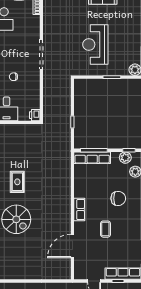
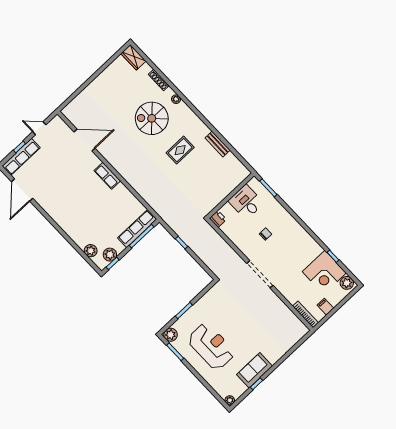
reception desk: (95, 44) -> (211, 346), moved
rug: (17, 182) -> (180, 150), turned 90
chair: (118, 198) -> (84, 215), removed
coffee table: (105, 229) -> (70, 180), removed
door: (72, 246) -> (85, 140), hinge flipped

